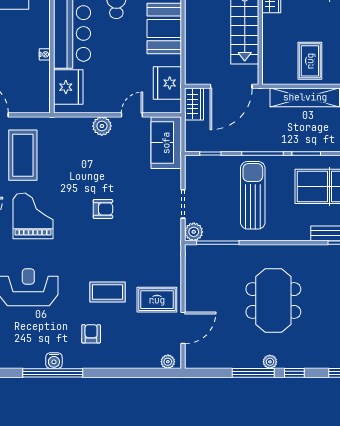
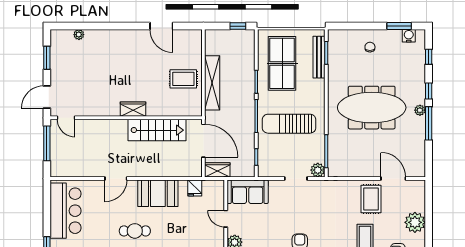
fridge: (167, 83) -> (195, 188), width x0.53, depth x0.75
meeting table: (273, 300) -> (372, 108), width x1.36
plant: (168, 362) -> (415, 222), moved, width x1.88, depth x1.88

